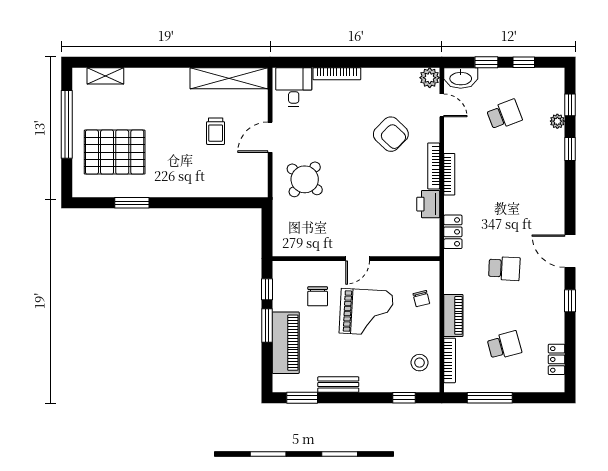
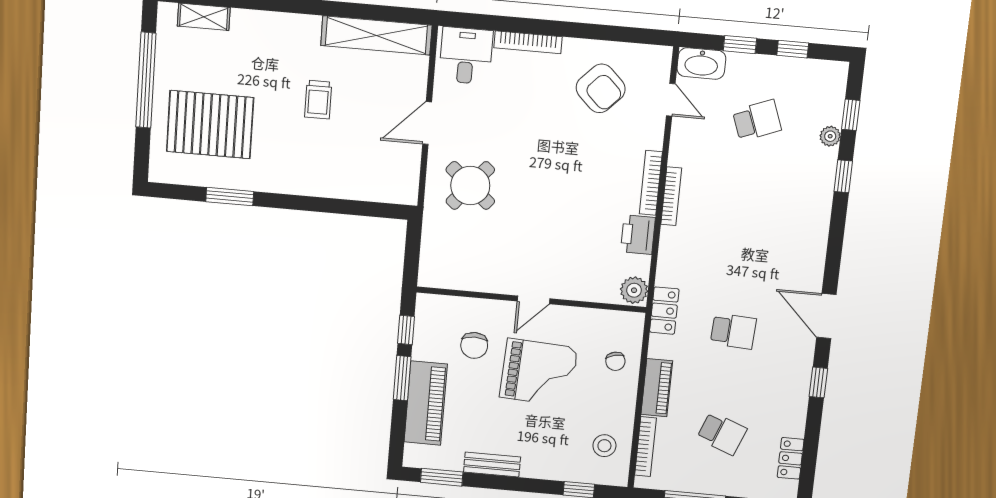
plant: (430, 78) -> (634, 290), moved
trolley: (216, 131) -> (318, 100), moved
armchair: (391, 134) -> (601, 88), moved
locker: (453, 232) -> (664, 311), moved
school desk: (504, 345) -> (722, 433), turned 36

